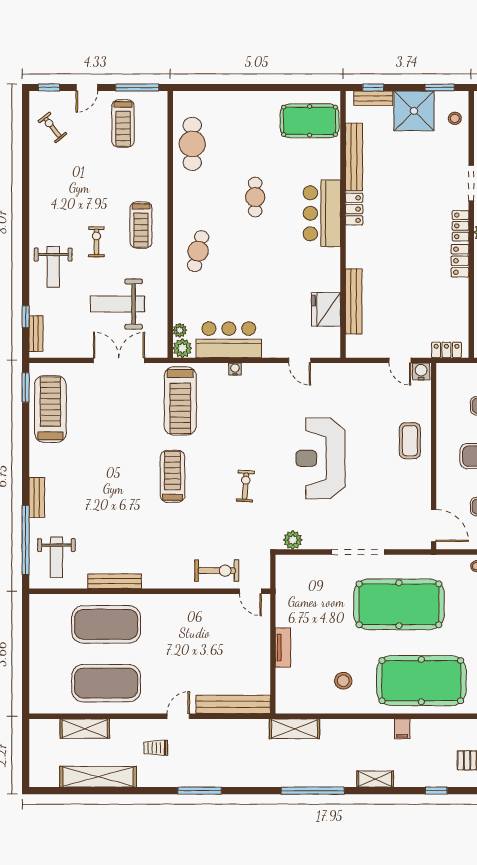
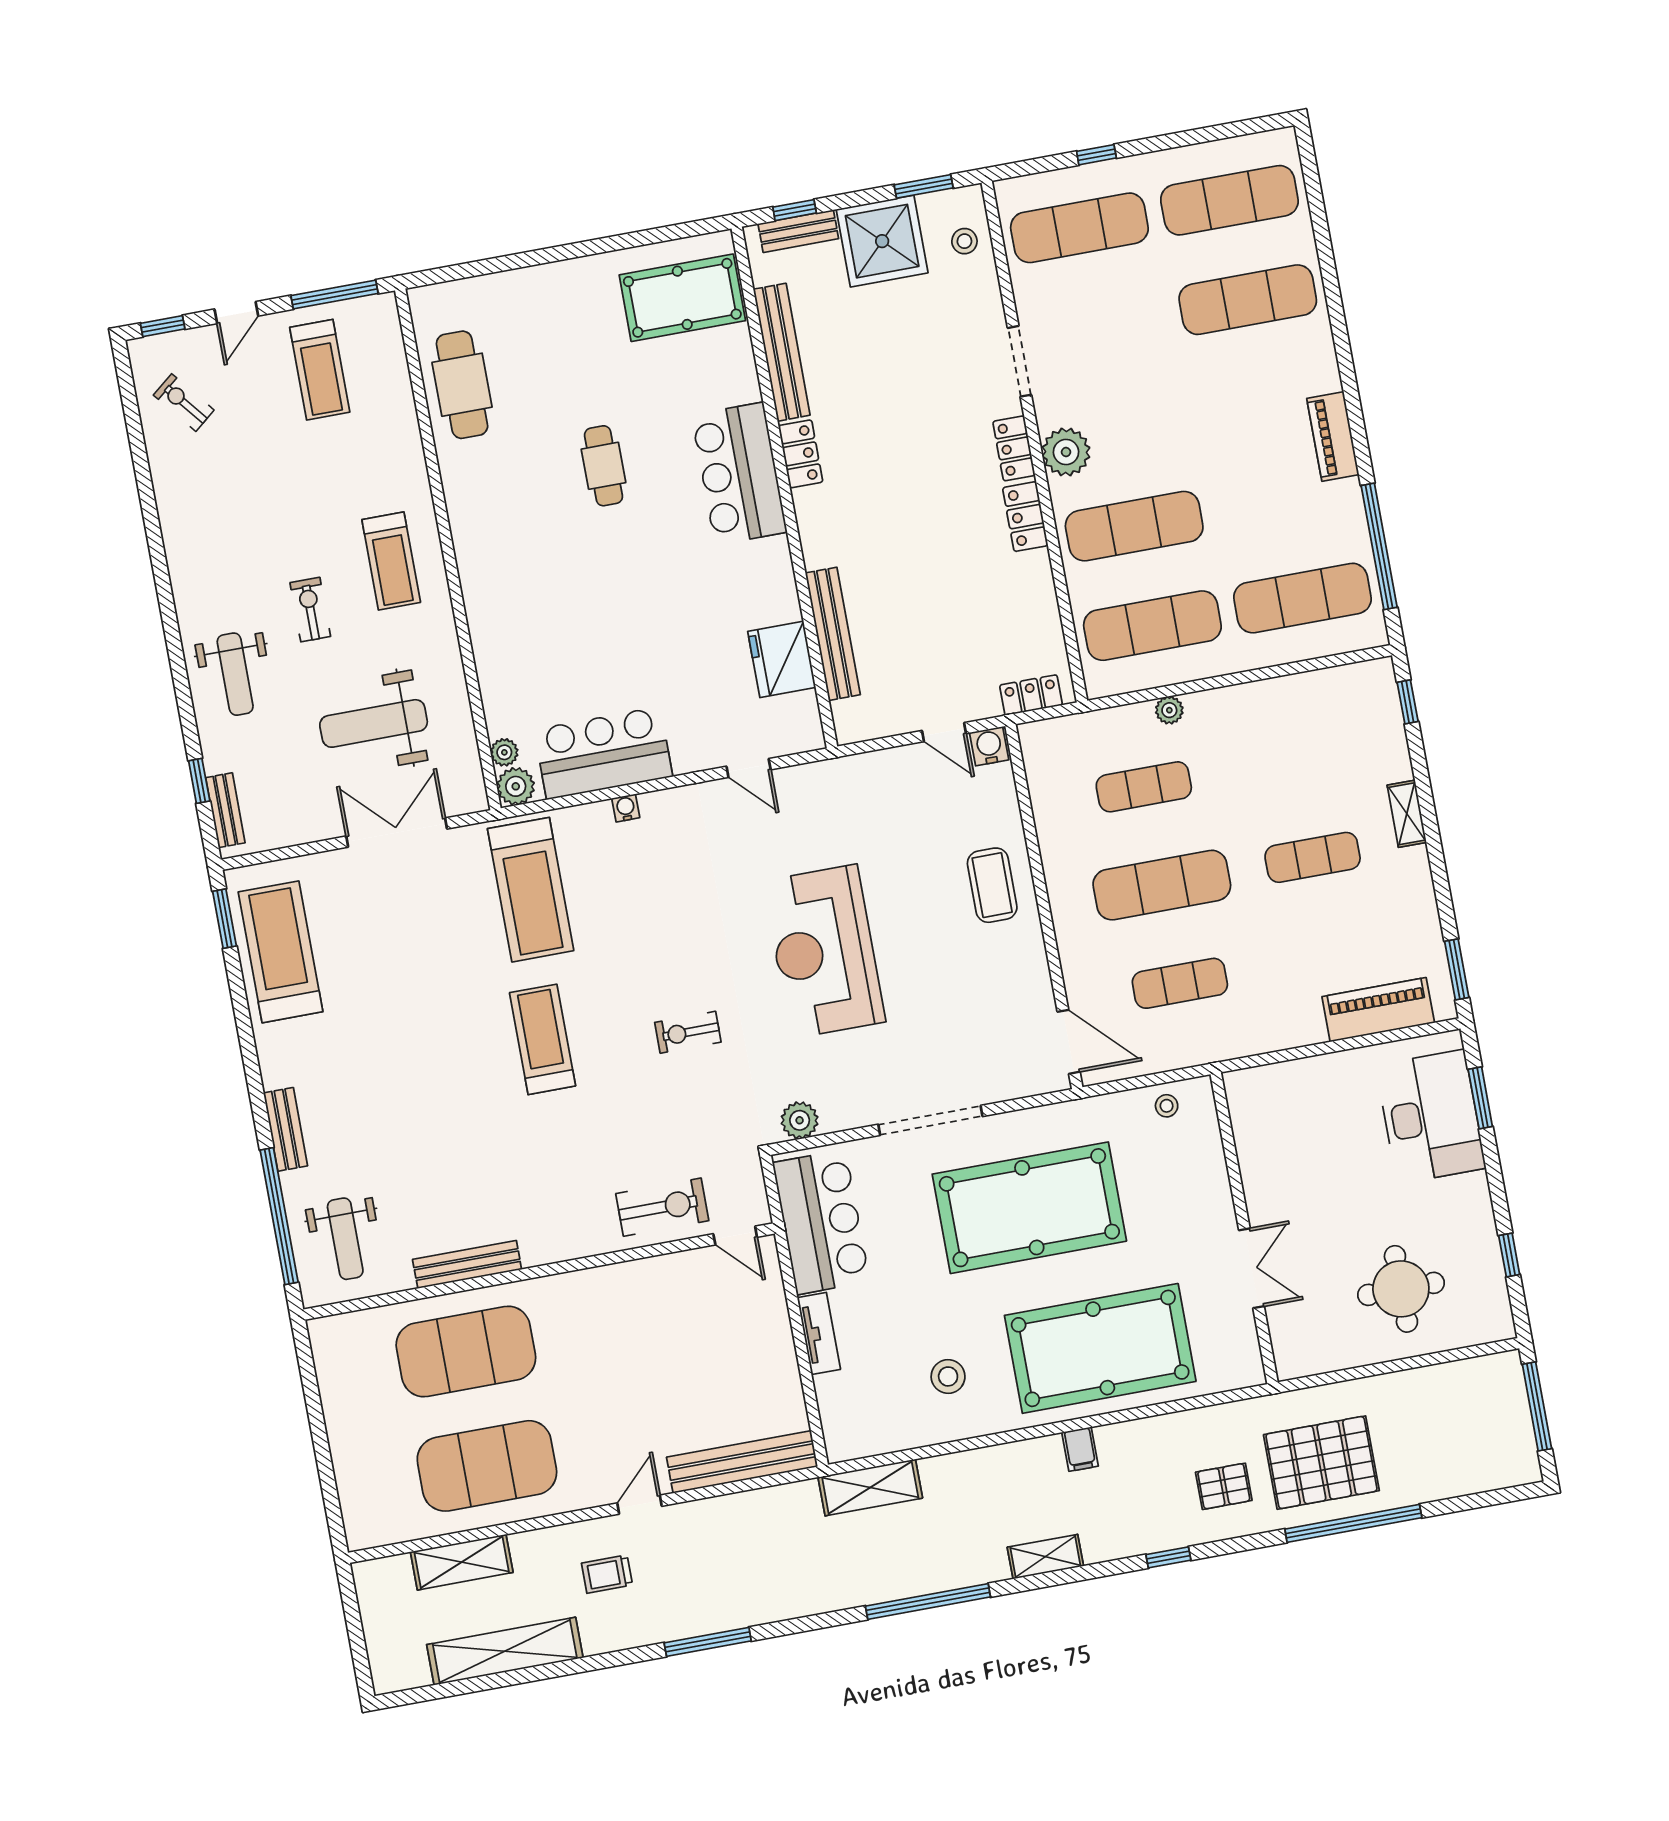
cafe table: (198, 251) -> (512, 591), removed
exercise bike: (245, 486) -> (688, 1032), turned -94
bar counter: (294, 592) -> (821, 1222), added

